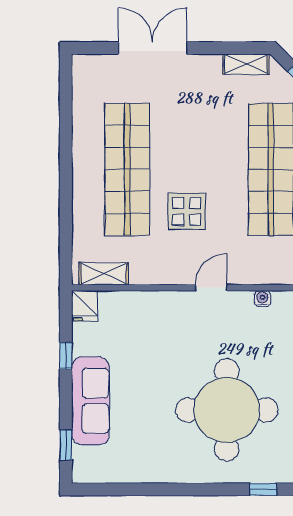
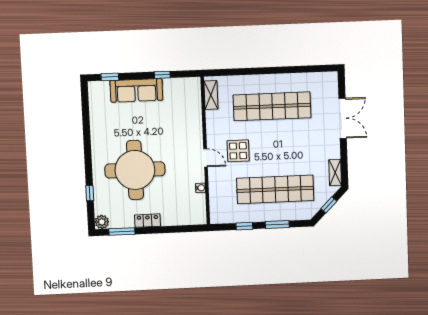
display table: (186, 211) -> (238, 151), moved
fridge: (85, 306) -> (192, 85), removed

